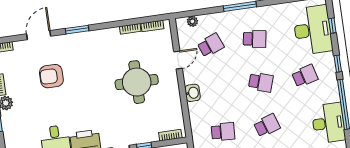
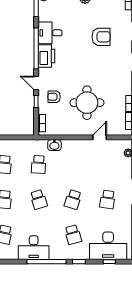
school desk: (211, 45) -> (107, 164), removed
door: (178, 60) -> (100, 137), swing flipped
armchair: (51, 76) -> (101, 37), turned 90
washbasin: (193, 93) -> (54, 145), moved
armchair: (135, 124) -> (54, 97), added

